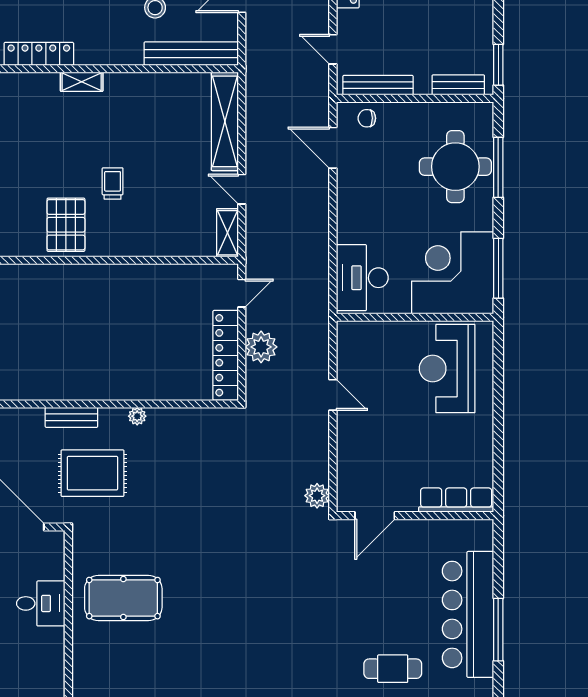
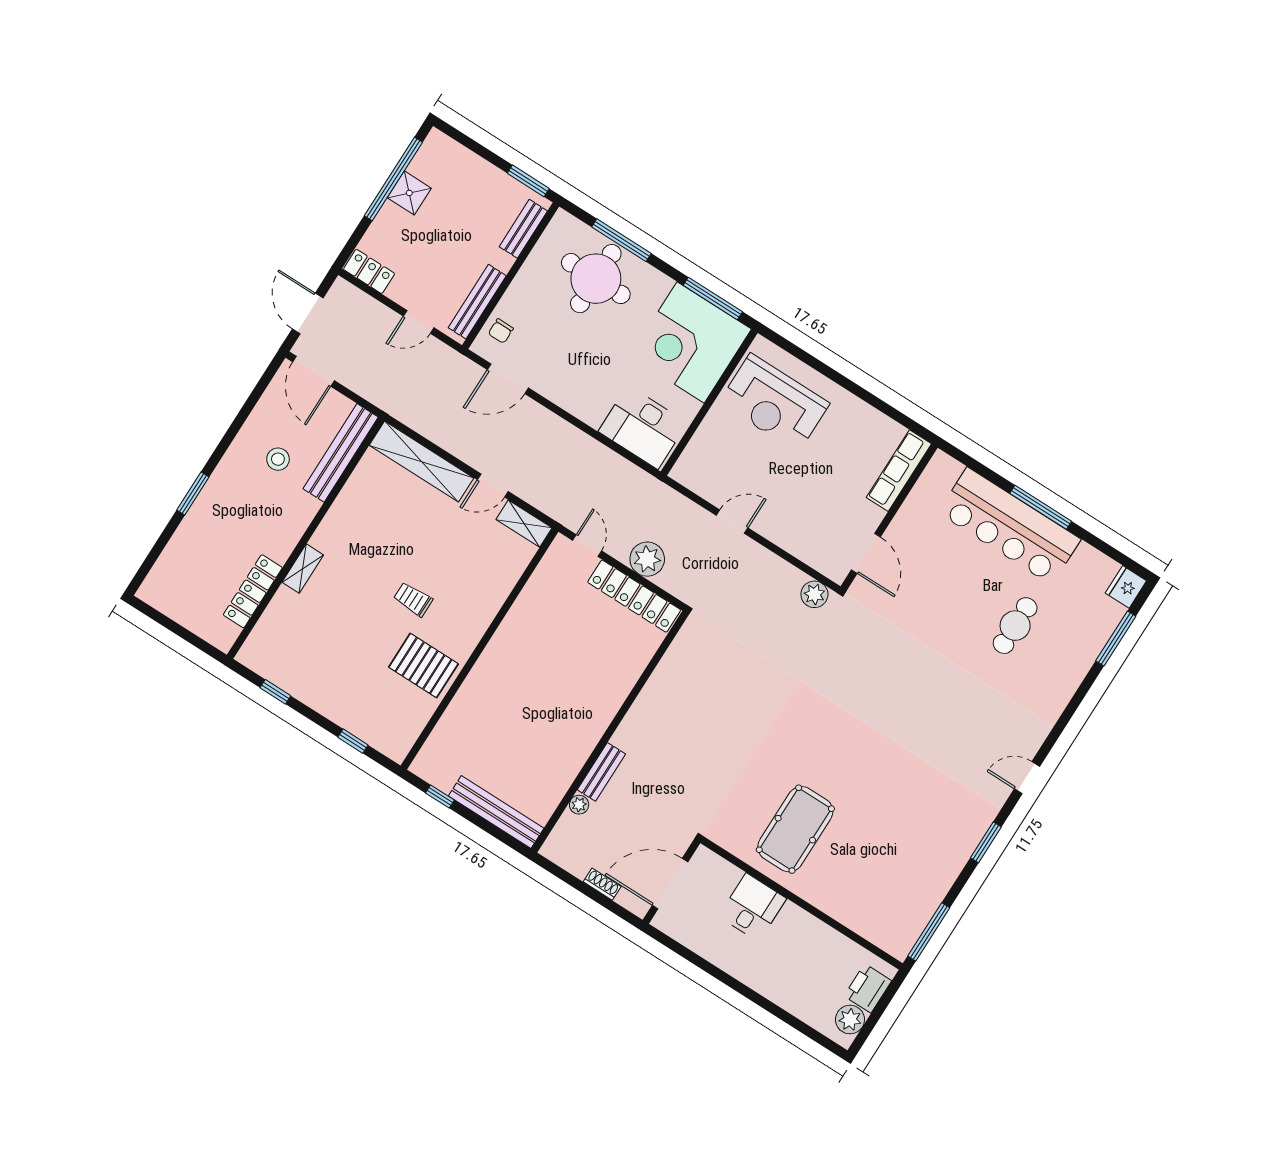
plant: (137, 416) -> (579, 805), moved
rug: (92, 473) -> (664, 785), removed

